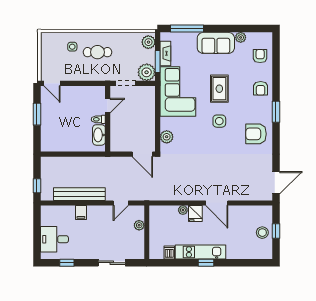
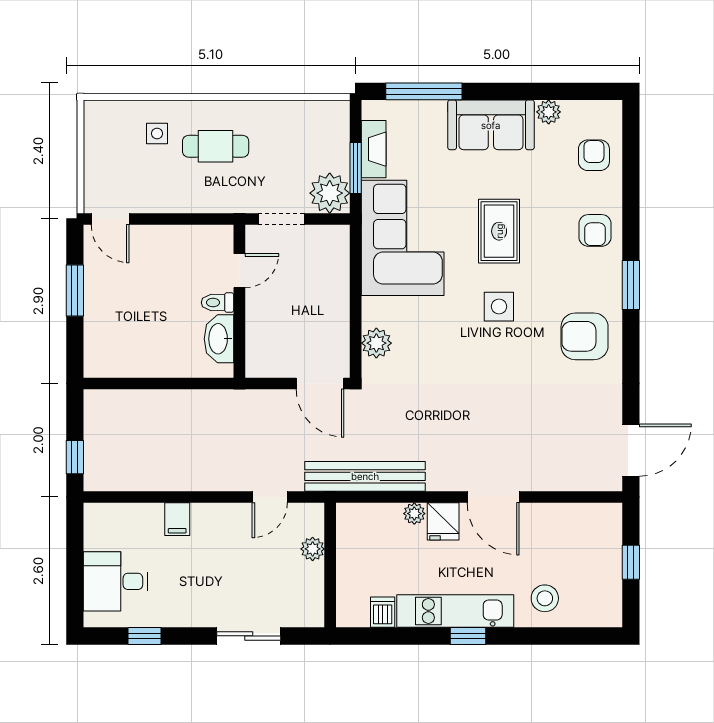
plant: (148, 42) -> (334, 123), removed
bench: (79, 194) -> (365, 476), moved
stool: (262, 233) -> (545, 598), moved

